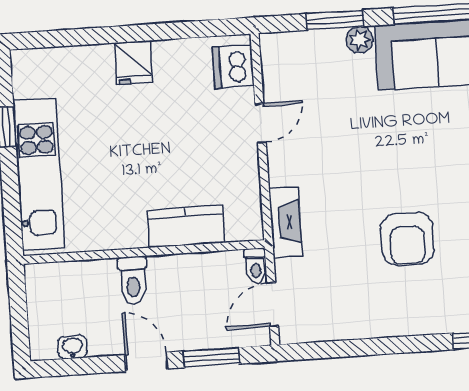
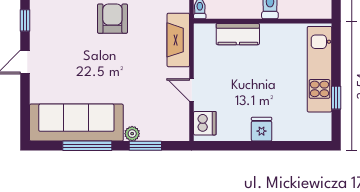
door: (261, 123) -> (192, 90), hinge flipped
fireplace: (286, 222) -> (178, 40), width x1.37, depth x1.32

